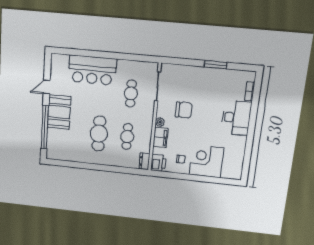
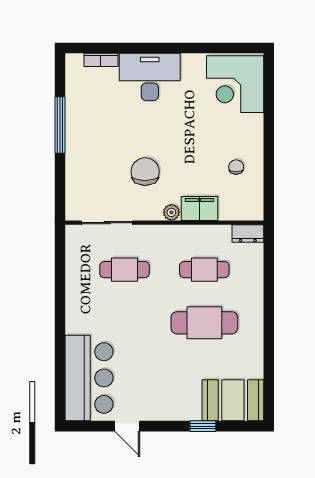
window: (216, 65) -> (60, 125), width x1.44
bar counter: (92, 70) -> (89, 378), moved
booth: (59, 112) -> (233, 400), moved
window: (45, 127) -> (203, 426), width x0.32
corner desk: (206, 161) -> (235, 84), moved
printer: (158, 163) -> (248, 208), removed

